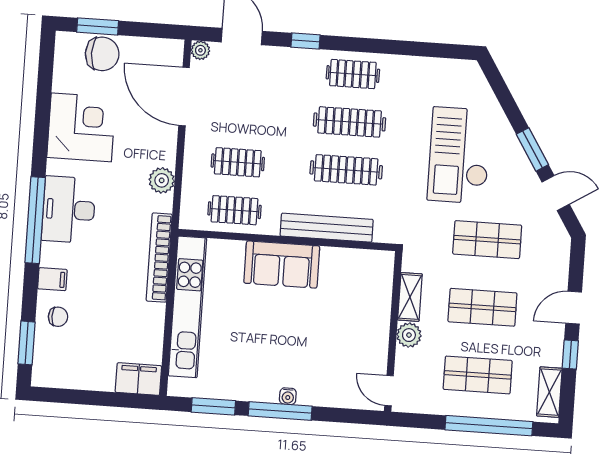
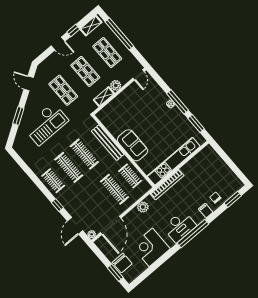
chair: (102, 54) -> (122, 263), turned 180
window: (532, 149) -> (18, 116), moved
clothes rail: (238, 162) -> (115, 189), width x1.36
filing cabinet: (138, 379) -> (210, 155), removed

